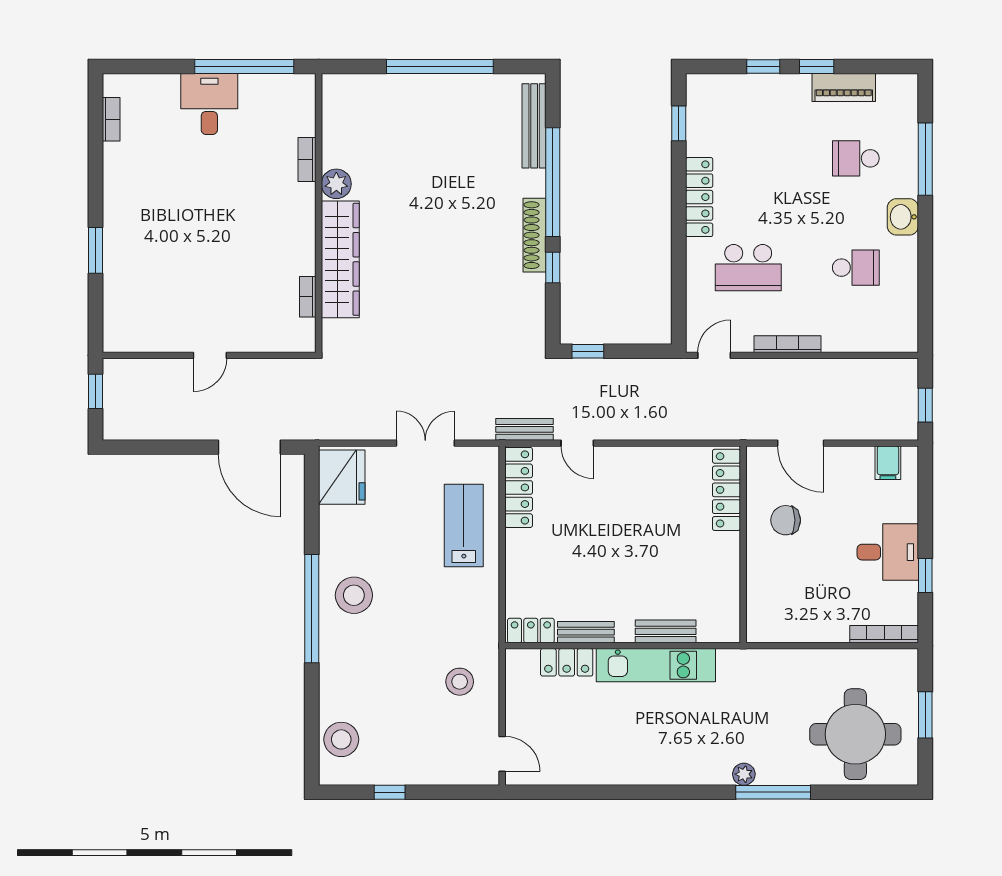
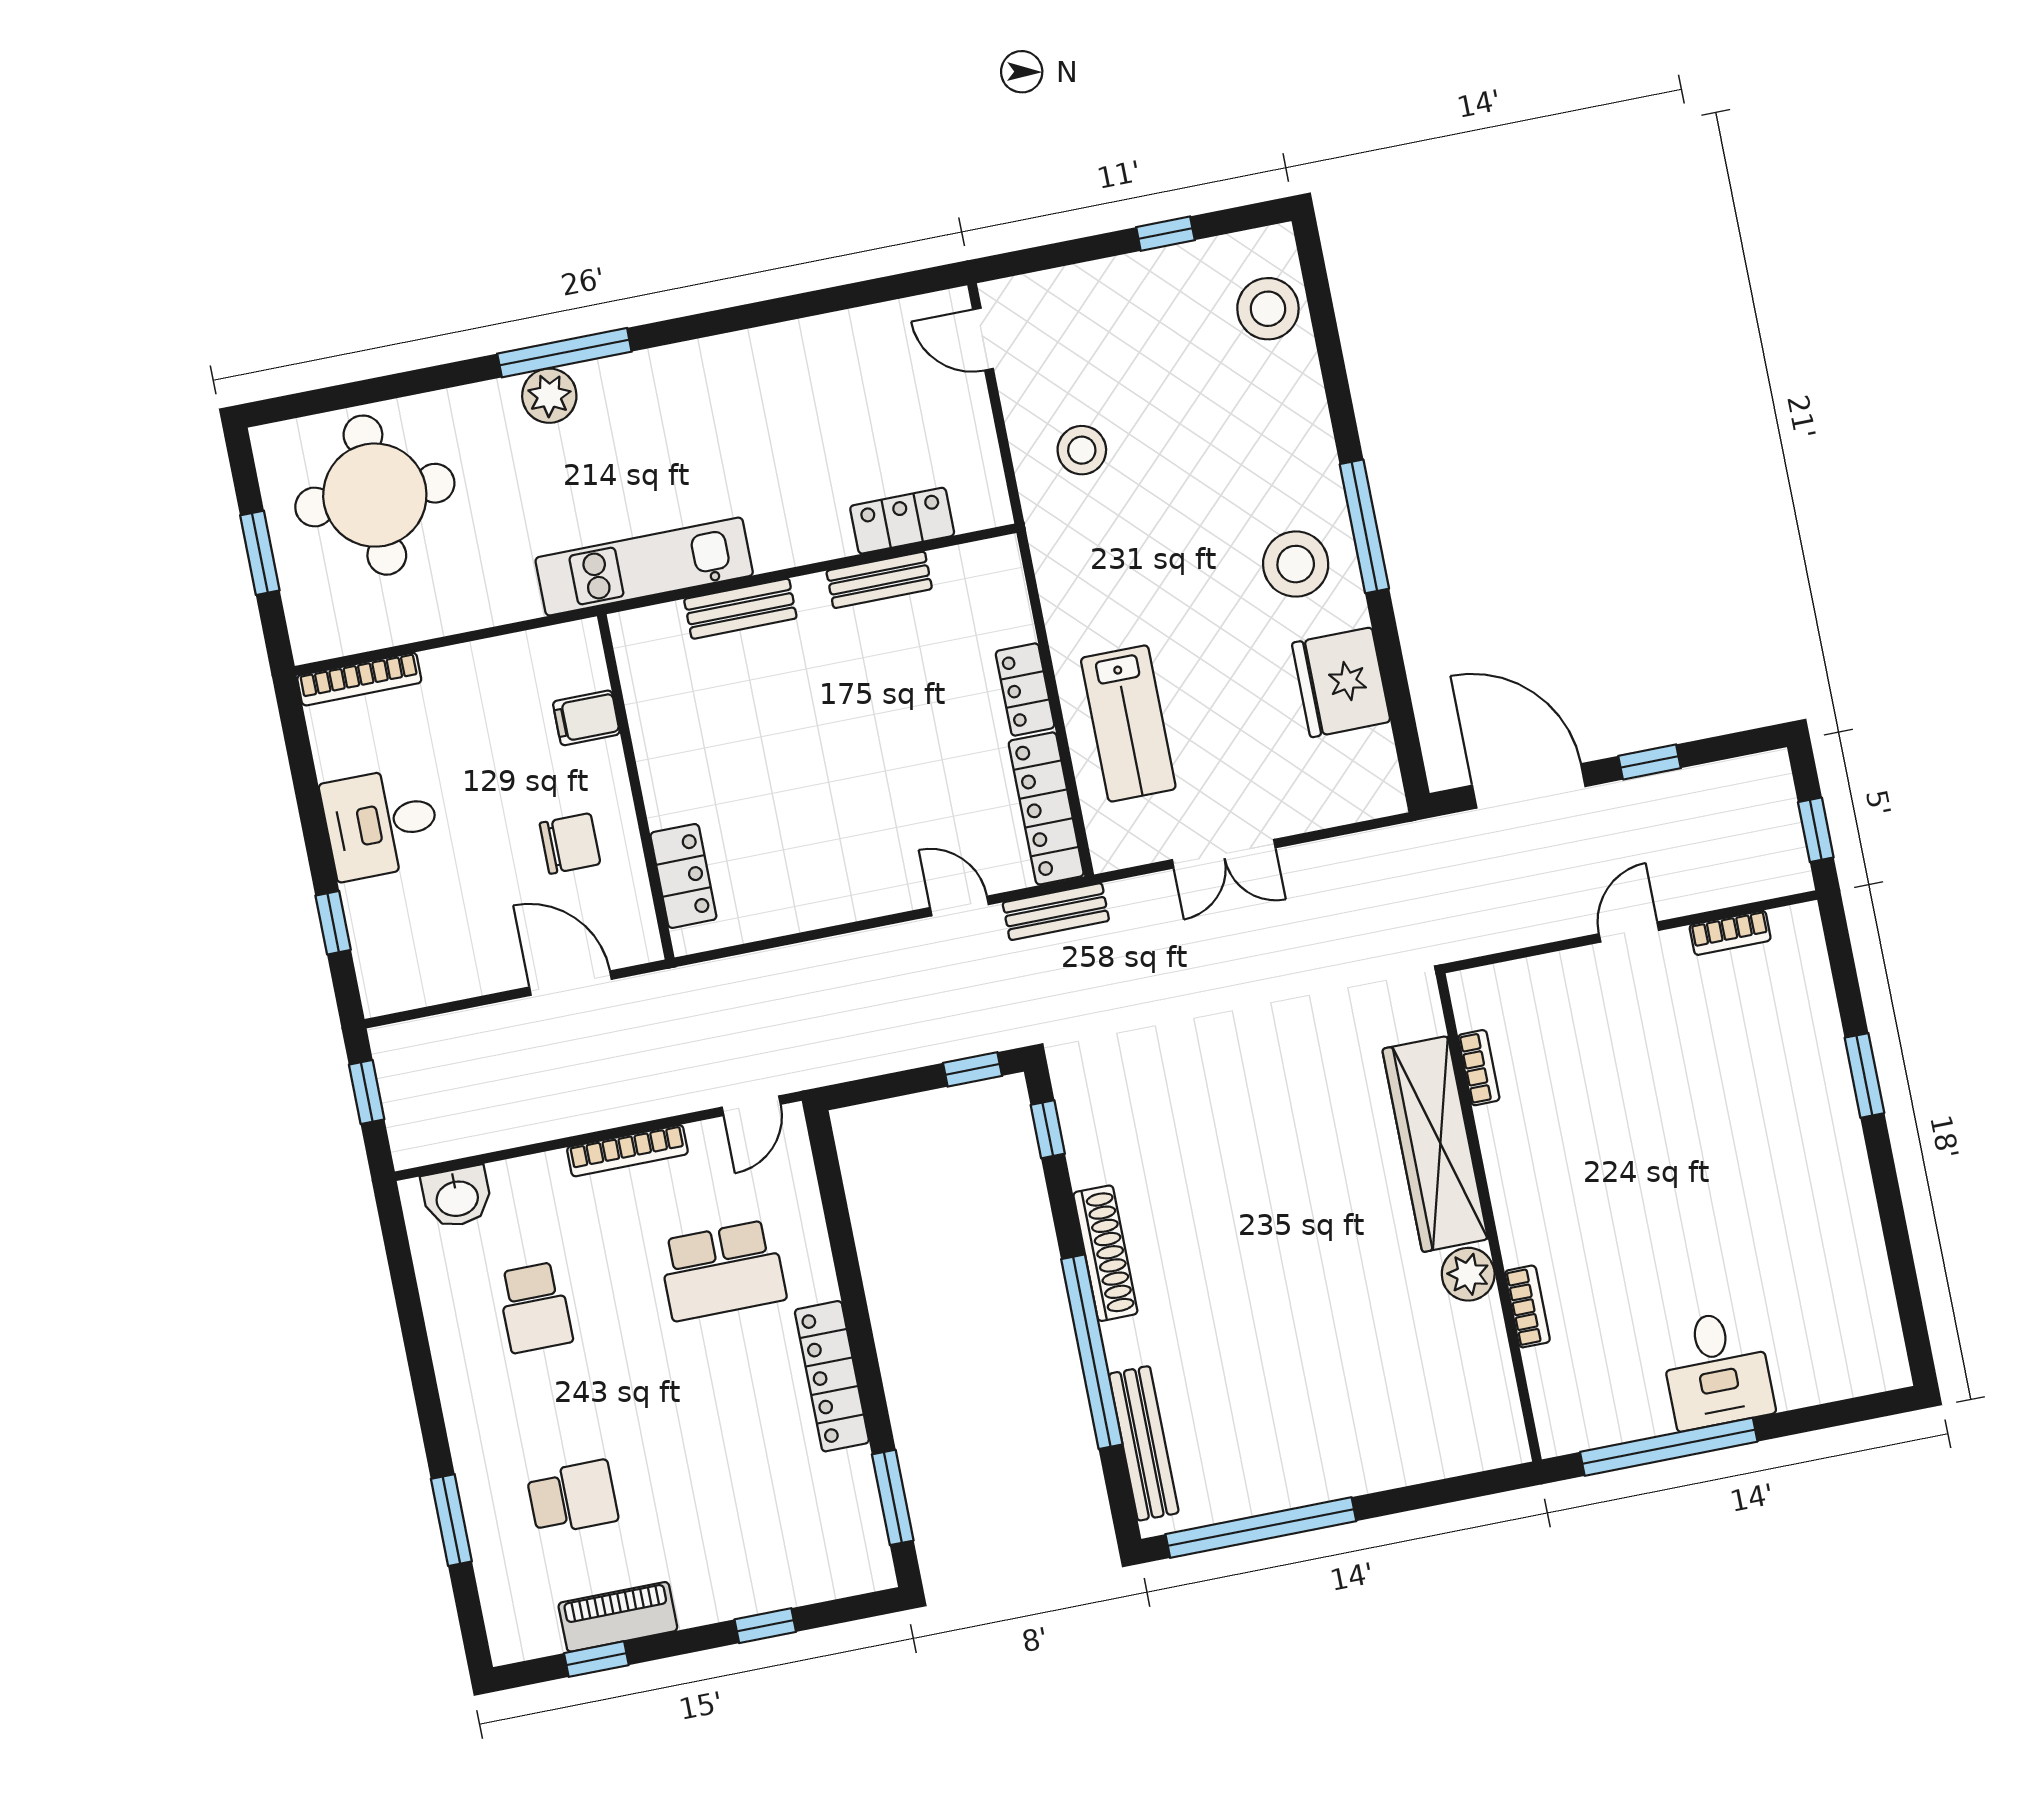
window: (440, 66) -> (1261, 1528), moved
window: (817, 66) -> (596, 1659), moved
bookcase: (111, 119) -> (1730, 933), moved, turned -90
window: (679, 123) -> (893, 1497), width x1.50
window: (925, 159) -> (451, 1520), width x0.69
washbasin: (903, 217) -> (457, 1197), moved, turned 90
window: (553, 268) -> (1048, 1129), moved
school desk: (748, 268) -> (722, 1270), turned 180
school desk: (856, 268) -> (535, 1307), turned -90
window: (180, 447) -> (1650, 762), added
filing cabinet: (888, 463) -> (586, 718), moved, turned -90
fridge: (342, 477) -> (1341, 682), moved
locker: (726, 490) -> (683, 876), width x0.66
window: (925, 575) -> (333, 923), moved
window: (312, 609) -> (1364, 526), width x0.68
locker: (531, 631) -> (1025, 689), moved, turned 90
kitchen unit: (656, 665) -> (644, 567), moved
plant: (744, 774) -> (549, 396), width x1.38, depth x1.38
window: (773, 792) -> (564, 353), moved

